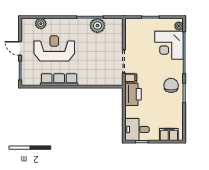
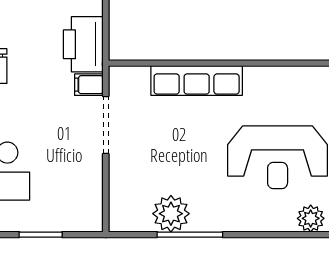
row of seats: (59, 80) -> (197, 80), moved

